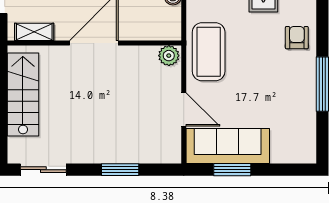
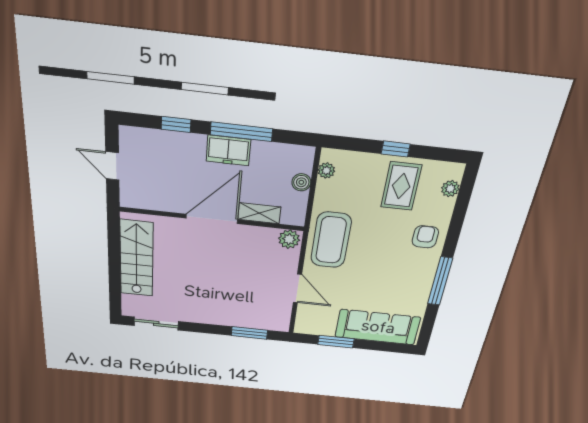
shelving: (34, 32) -> (259, 213), moved
sofa: (228, 146) -> (378, 327), moved
window: (120, 170) -> (249, 333), moved

